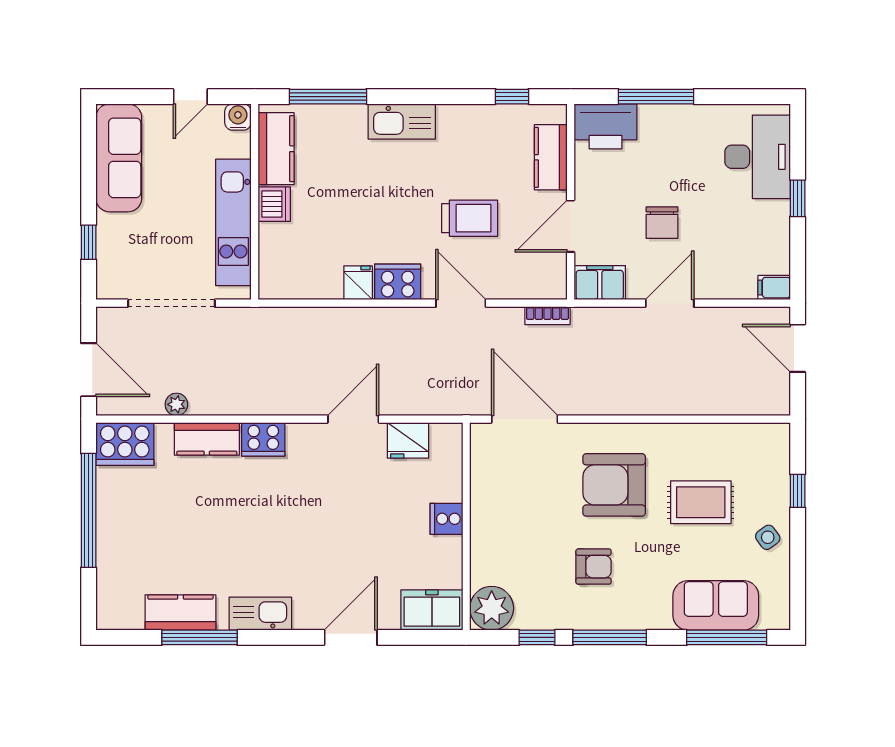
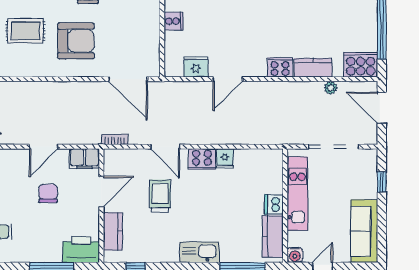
trolley: (470, 218) -> (160, 196), turned 90

